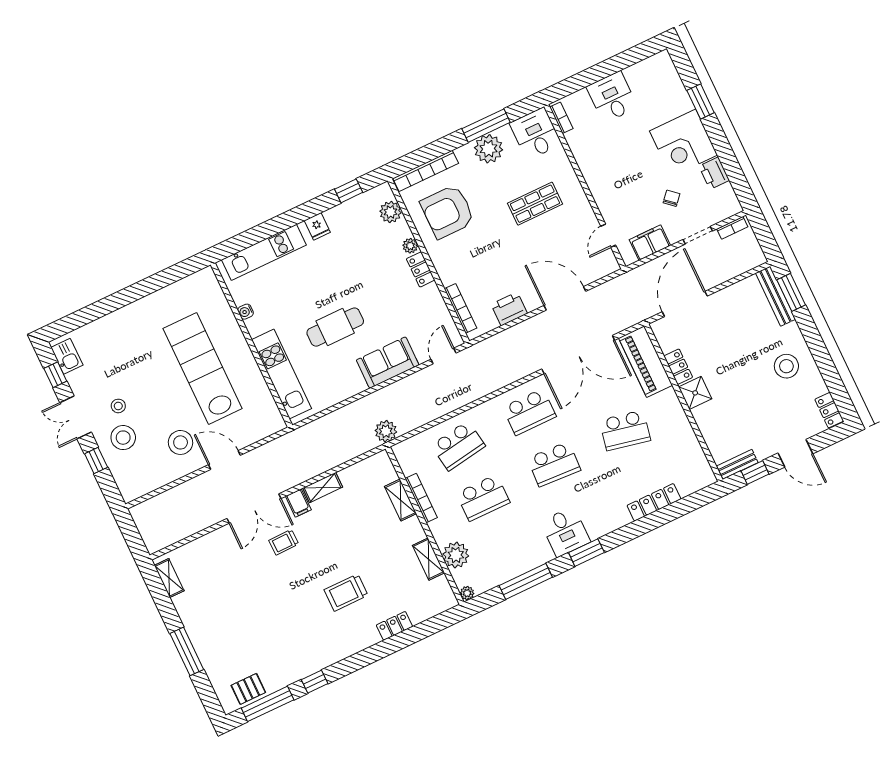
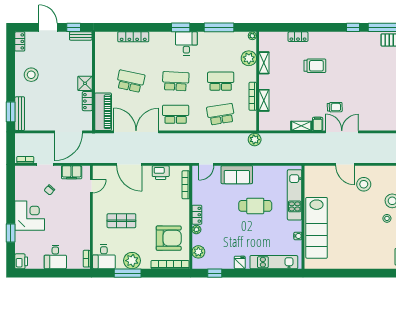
printer: (714, 173) -> (21, 261), moved
lab bench: (203, 368) -> (317, 228), moved

